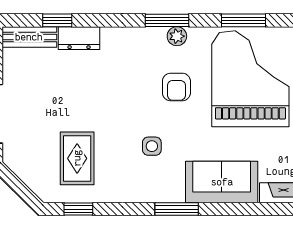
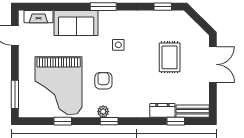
window: (167, 20) -> (109, 121), width x0.67
window: (243, 20) -> (63, 121), width x0.67
rug: (77, 158) -> (170, 57), moved

